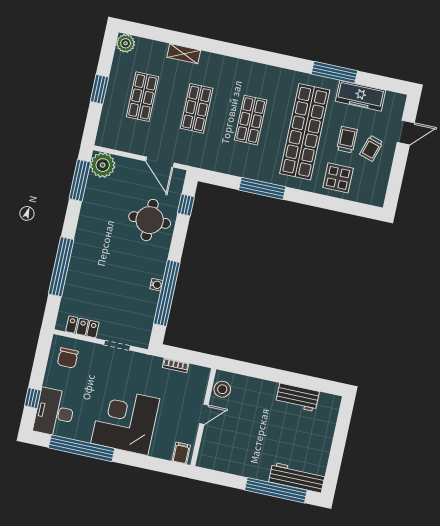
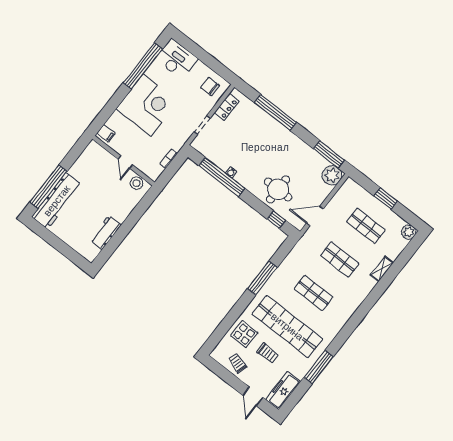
freezer: (360, 96) -> (283, 391), moved
trolley: (371, 148) -> (238, 363), moved
window: (33, 398) -> (194, 49), removed
workbench: (297, 478) -> (57, 201), width x1.36, depth x1.32

